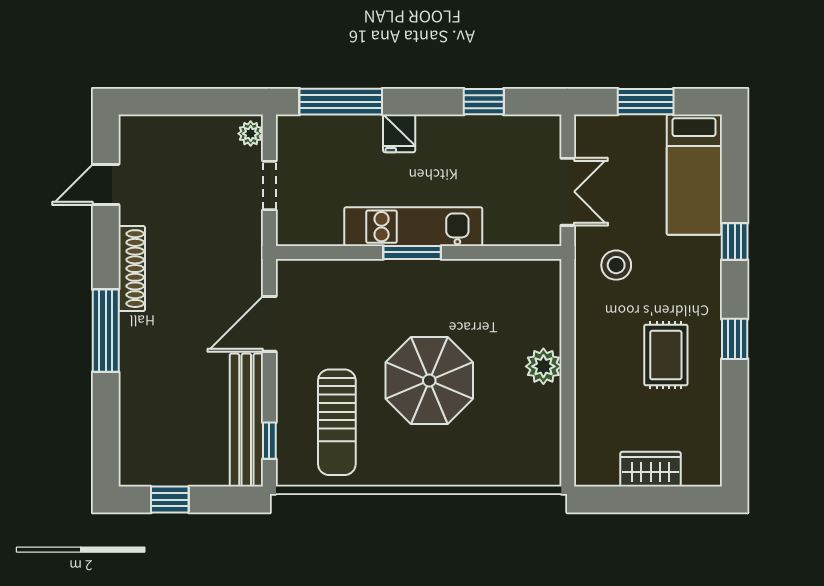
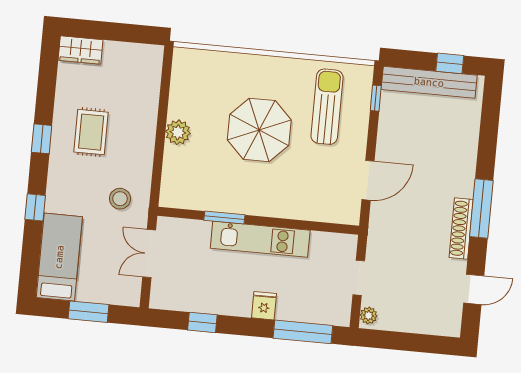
window: (412, 252) -> (224, 217), moved
window: (106, 331) -> (481, 209), moved
bench: (246, 420) -> (429, 82), moved, turned 90
wardrobe: (651, 469) -> (81, 50), moved

